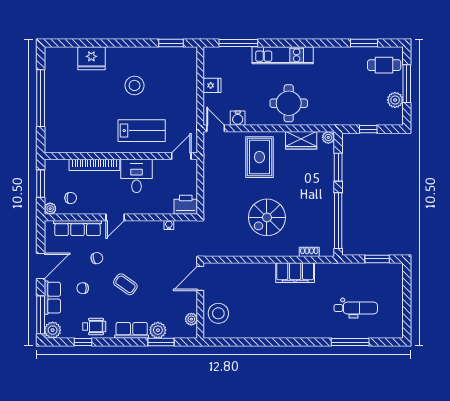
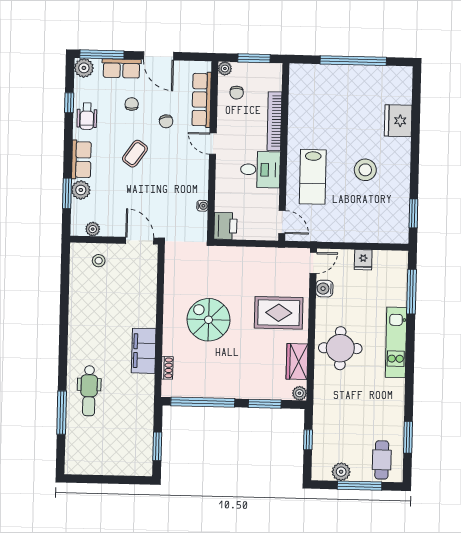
dental chair: (356, 308) -> (89, 391), moved
stool: (218, 313) -> (99, 261), width x0.53, depth x0.53

